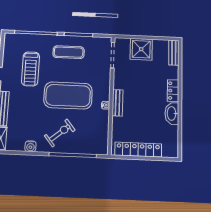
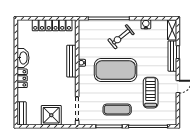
bench: (118, 103) -> (71, 61), width x1.36

